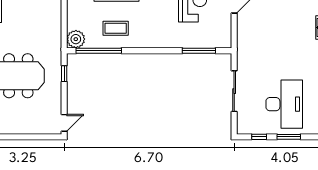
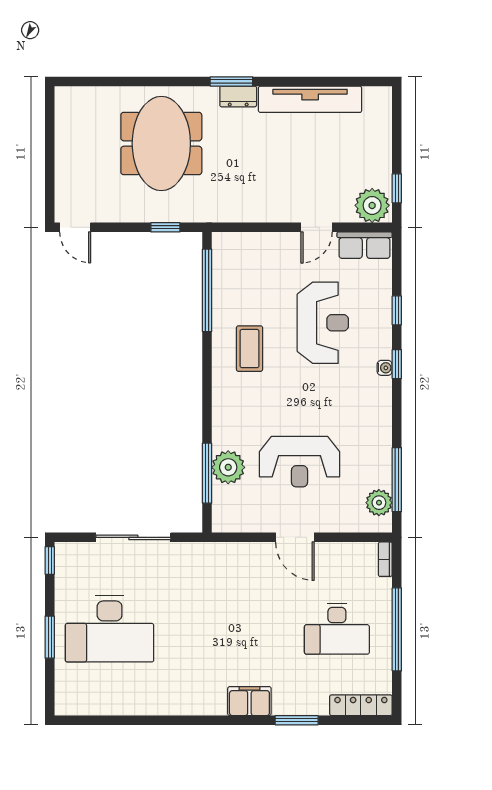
coffee table: (116, 28) -> (250, 349), moved
plant: (76, 39) -> (228, 467), moved
window: (259, 137) -> (50, 560), moved

